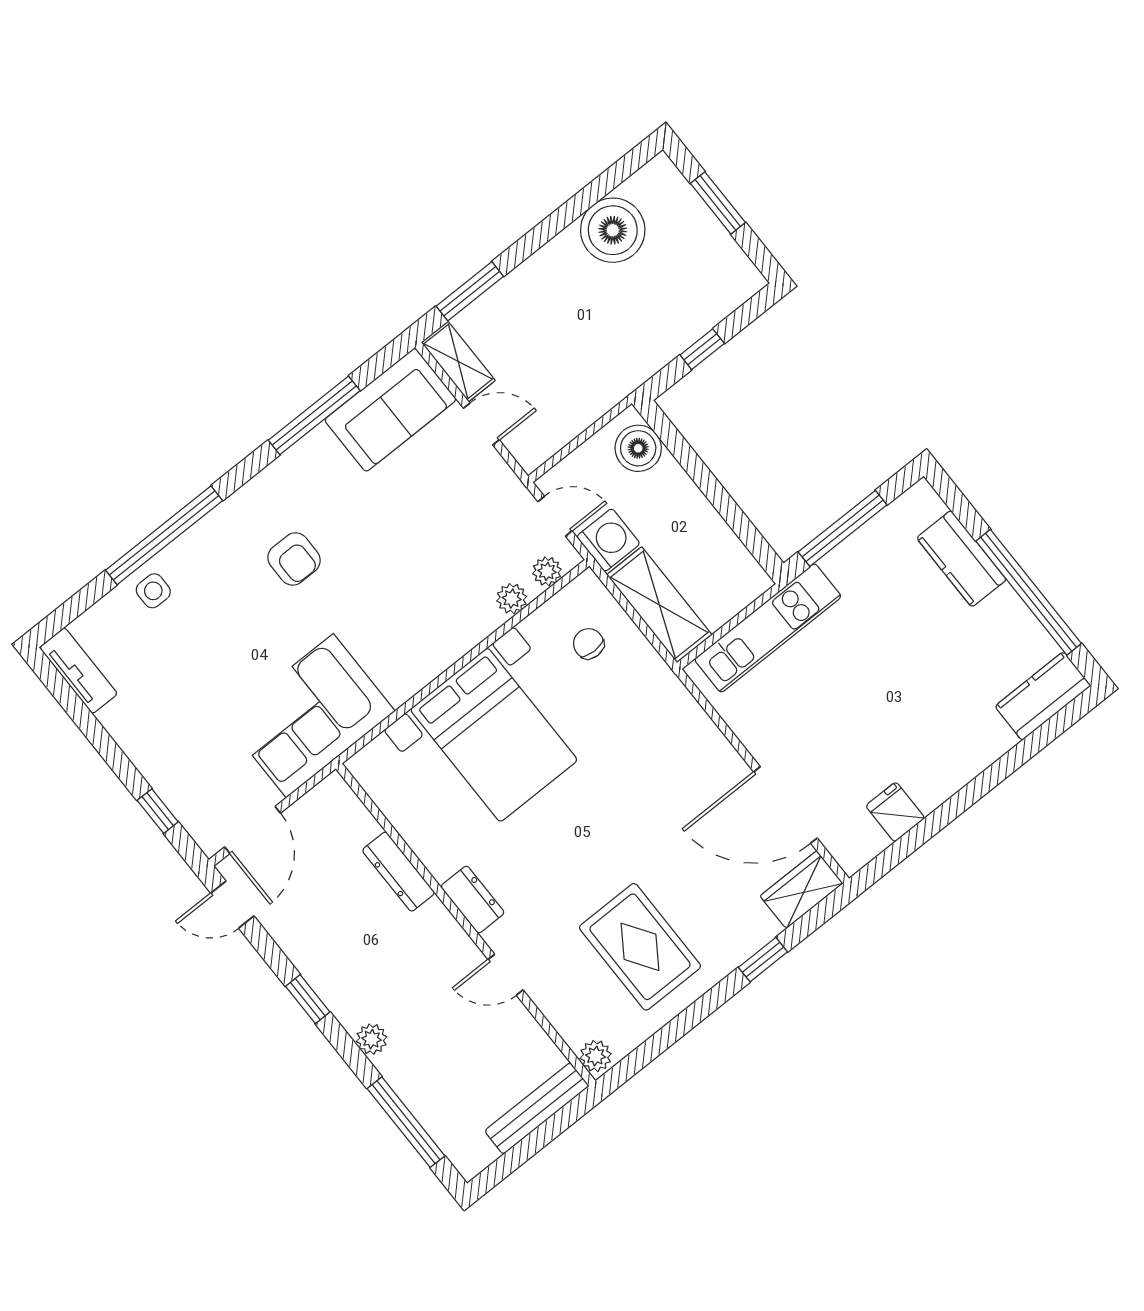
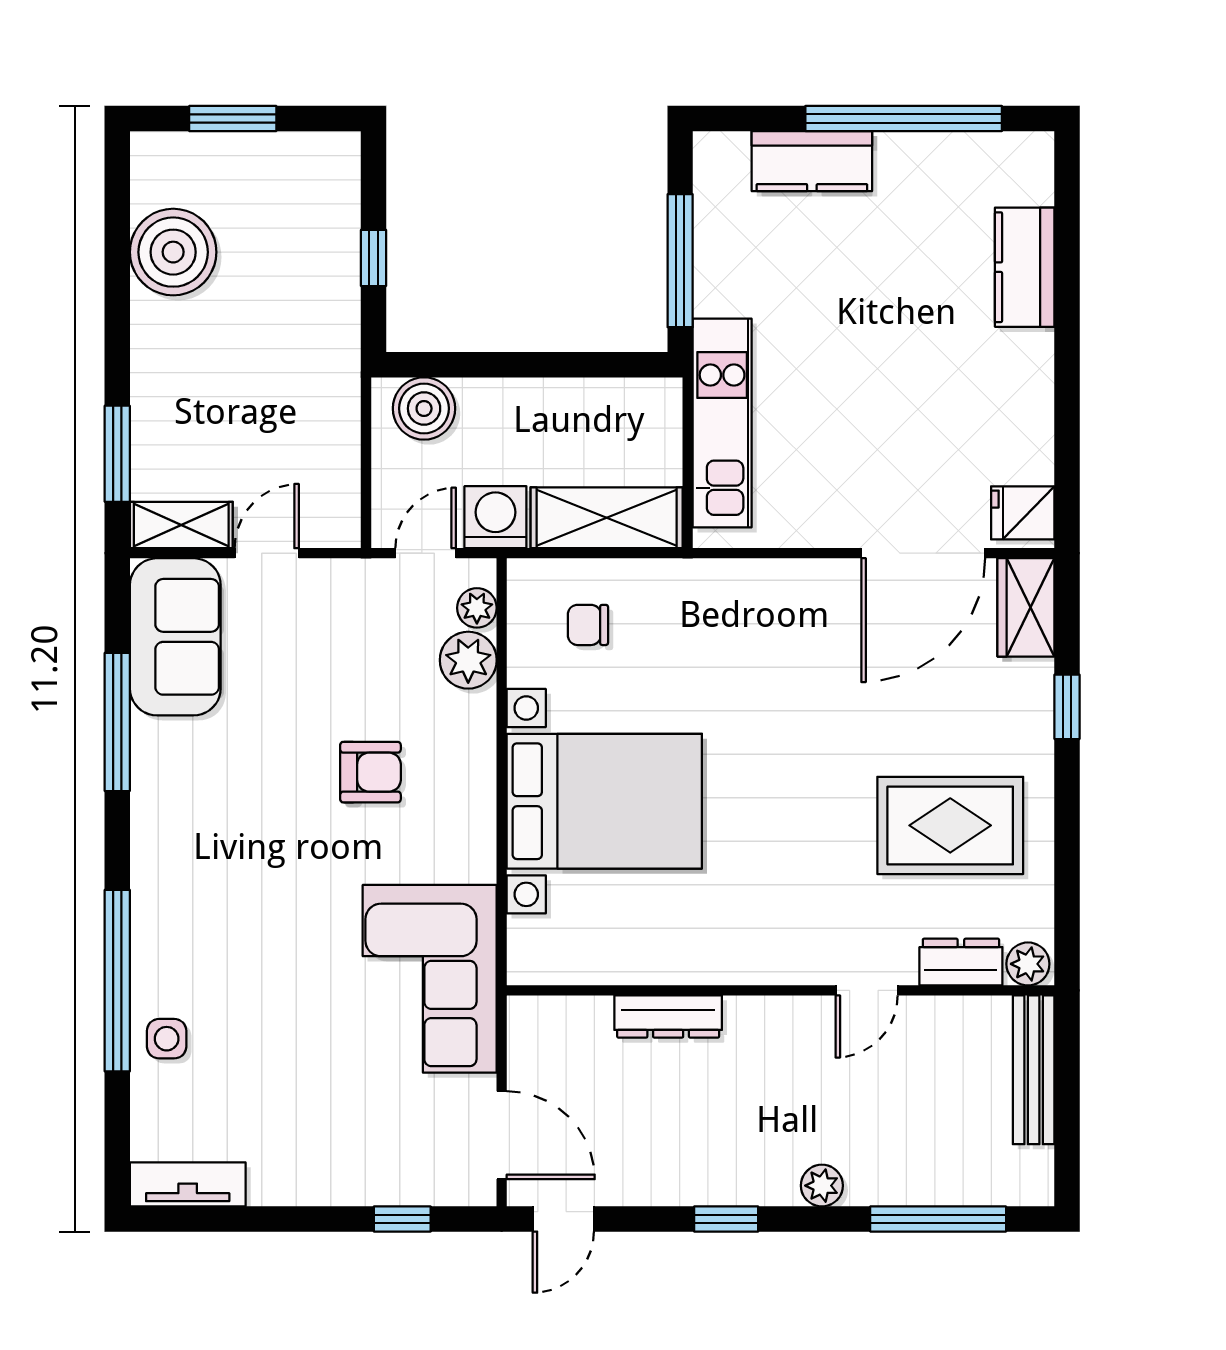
armchair: (294, 559) -> (370, 772), moved
plant: (512, 599) -> (468, 660), width x1.38, depth x1.38
kitchen counter: (1043, 696) -> (1025, 267), moved
fridge: (895, 812) -> (1023, 513), moved
dresser: (473, 900) -> (961, 962), moved

